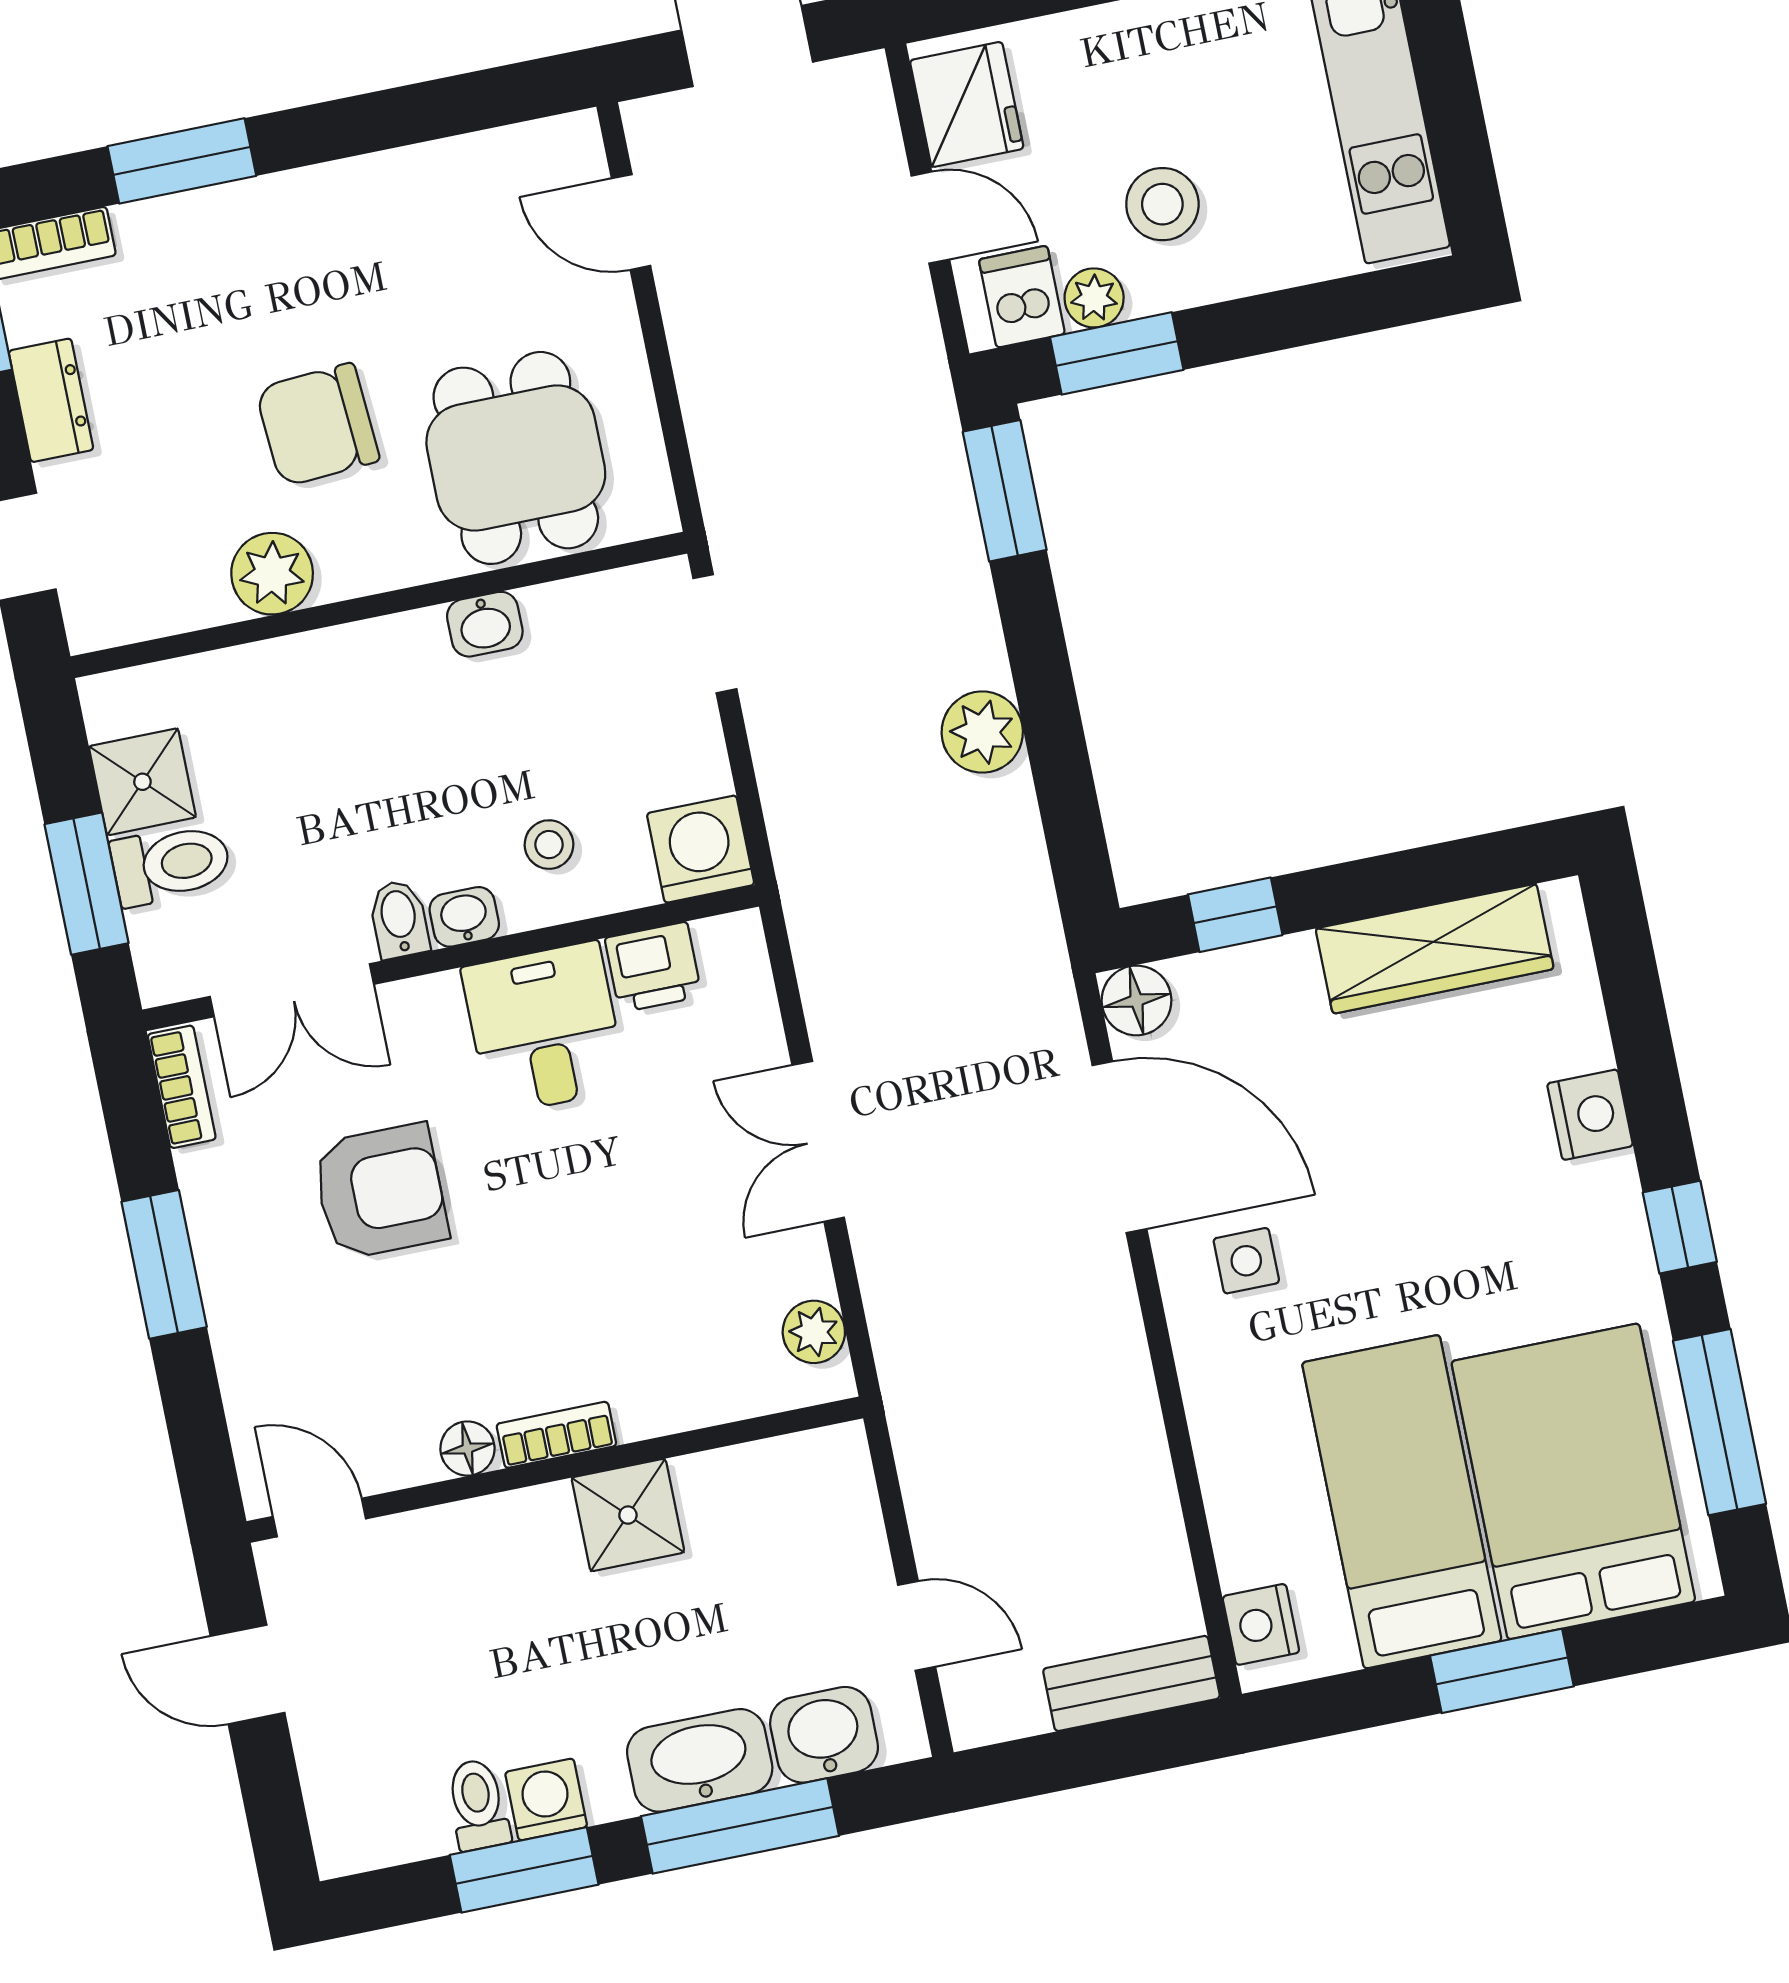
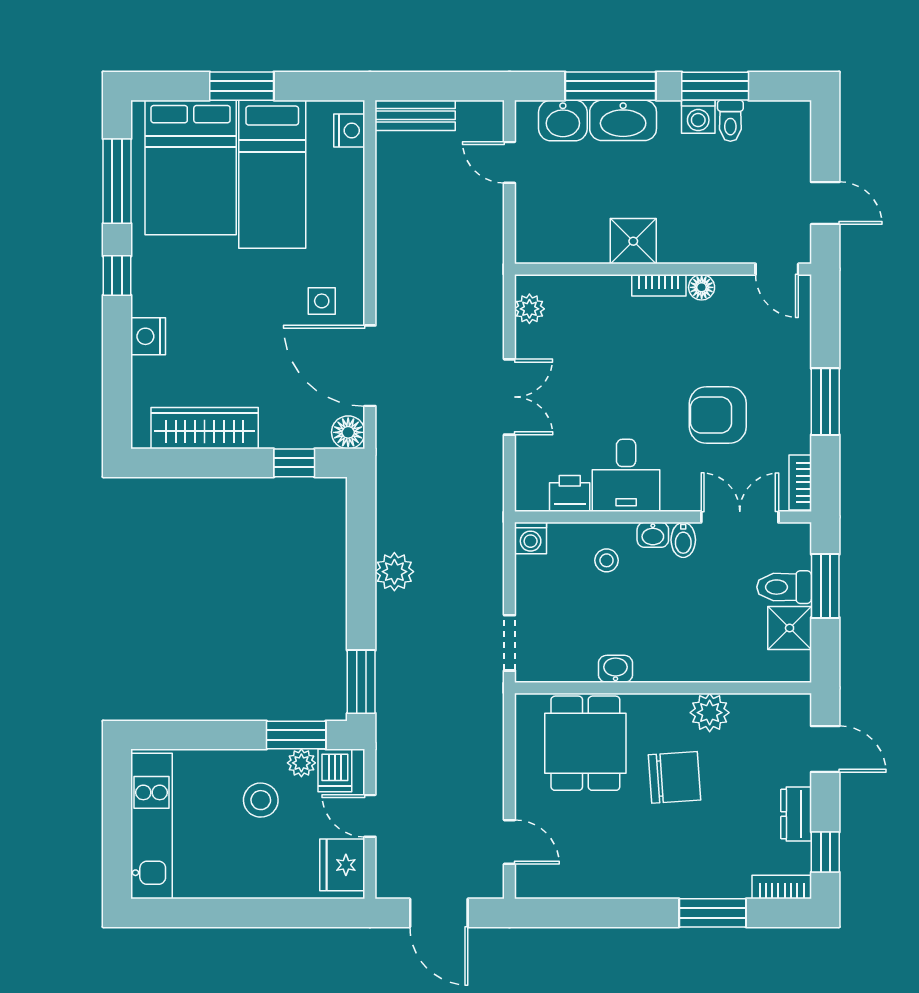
washing machine: (701, 849) -> (531, 538), width x0.73, depth x0.73

